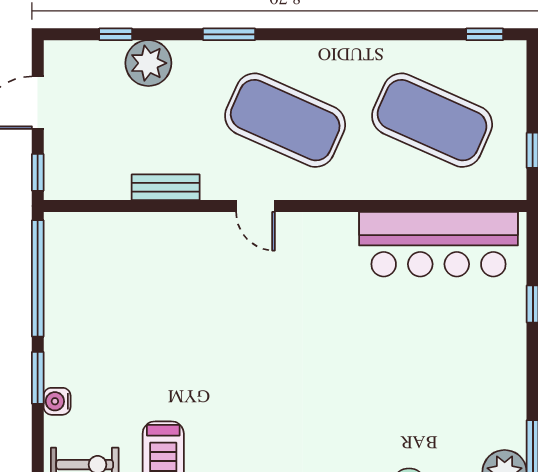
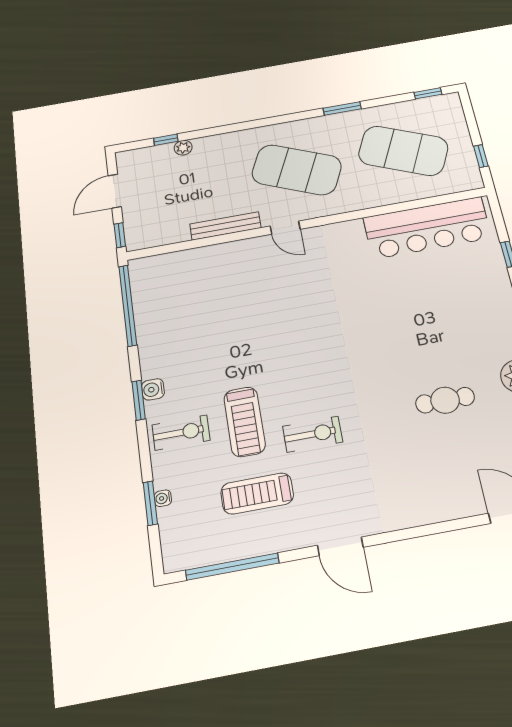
window: (229, 34) -> (342, 108), moved
plant: (148, 63) -> (183, 148), width x0.53, depth x0.53
bench: (166, 187) -> (225, 226), width x1.36
window: (38, 378) -> (139, 400), moved

